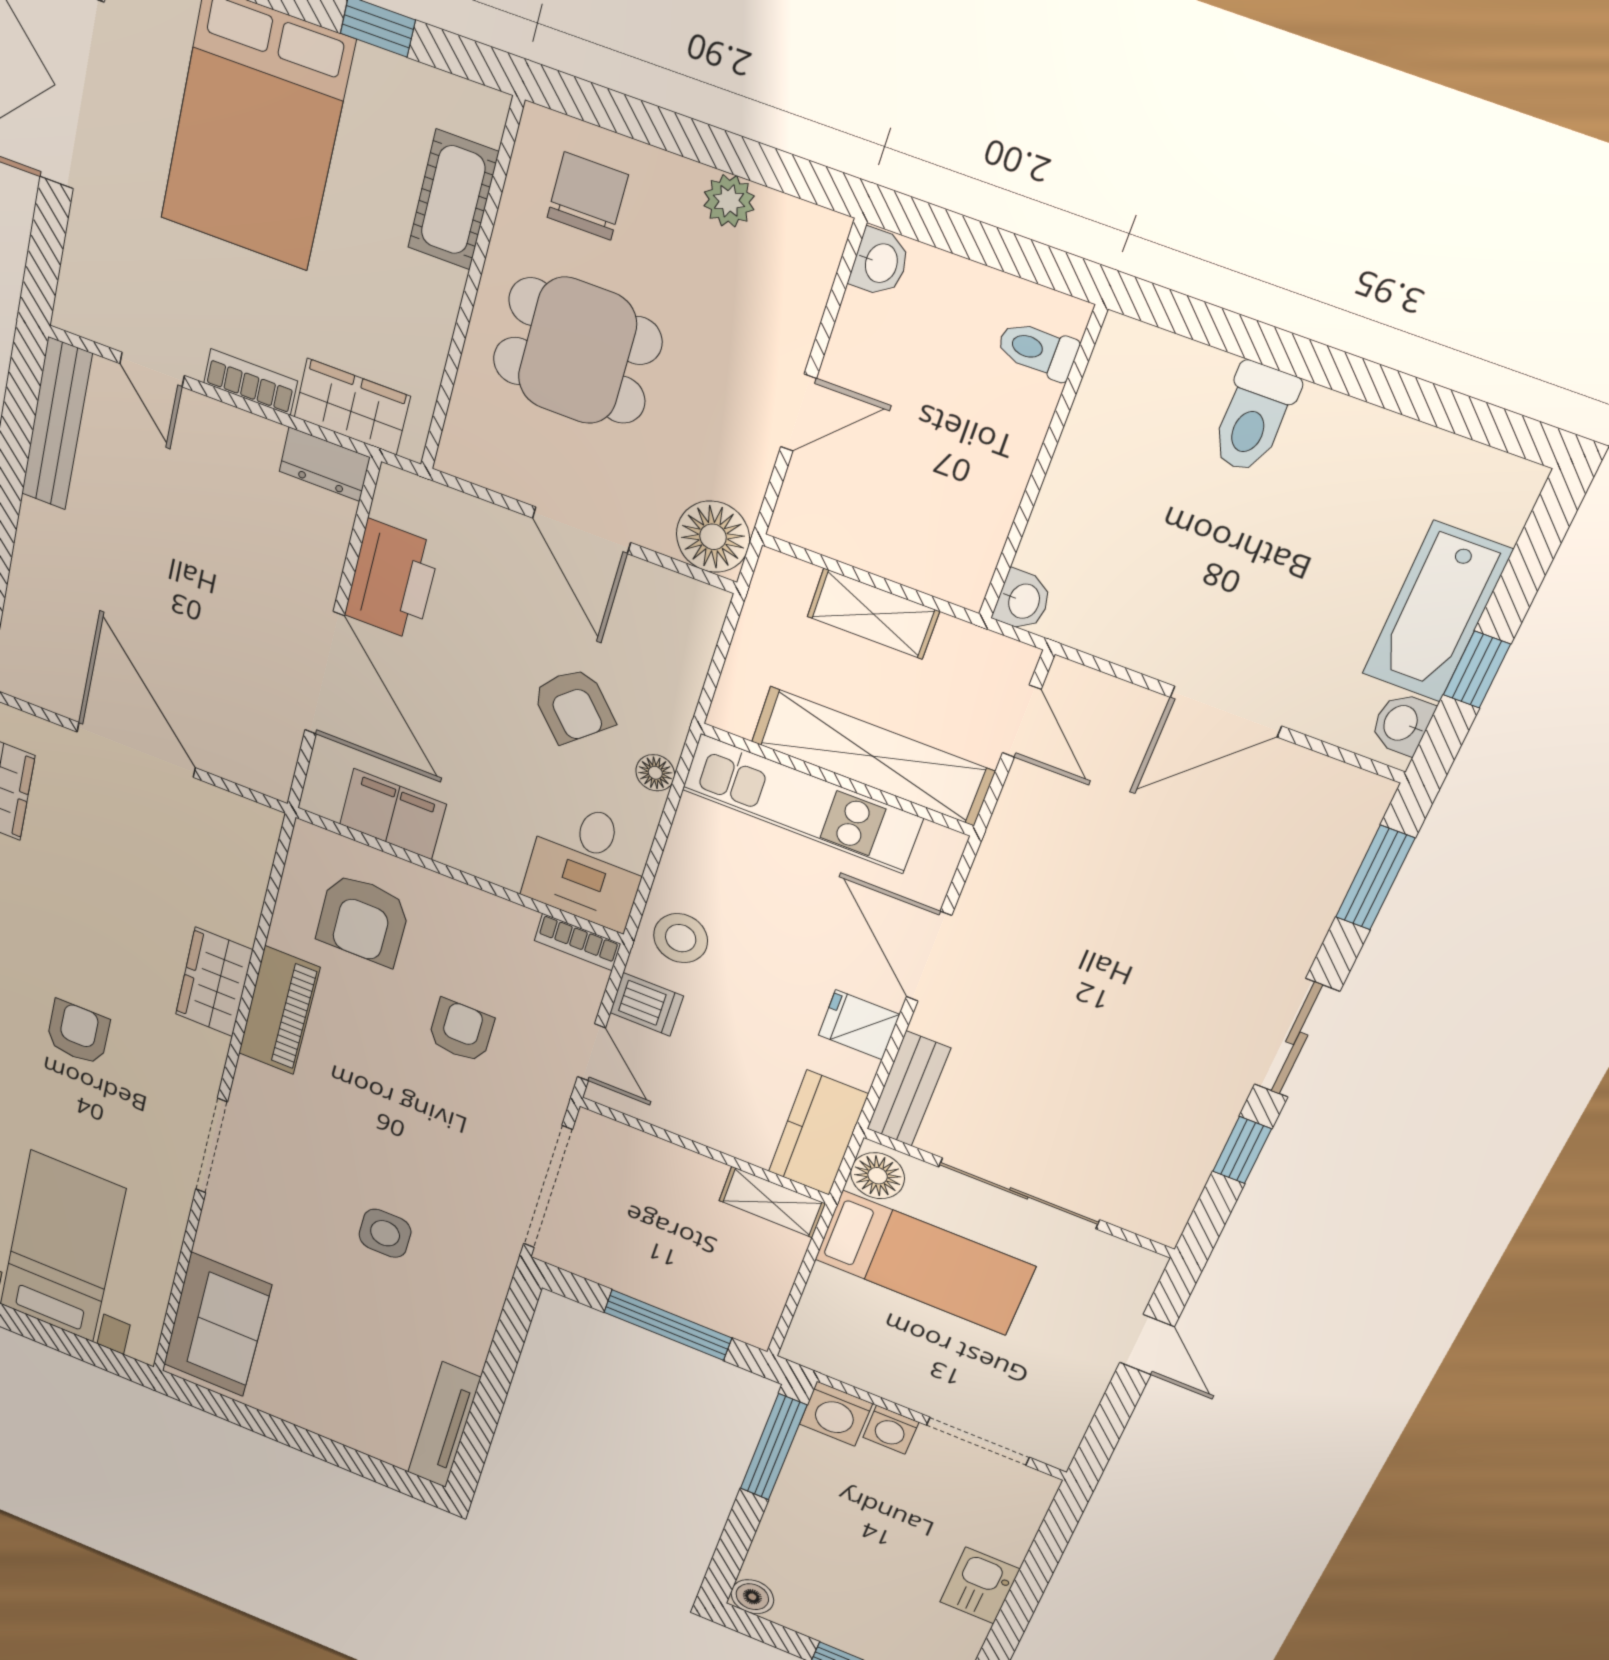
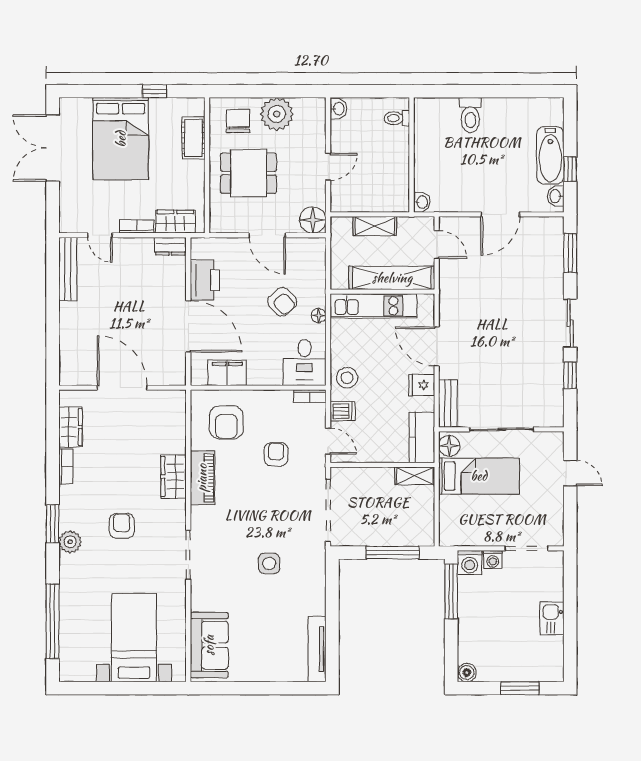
plant: (729, 201) -> (277, 114), width x1.87, depth x1.87

